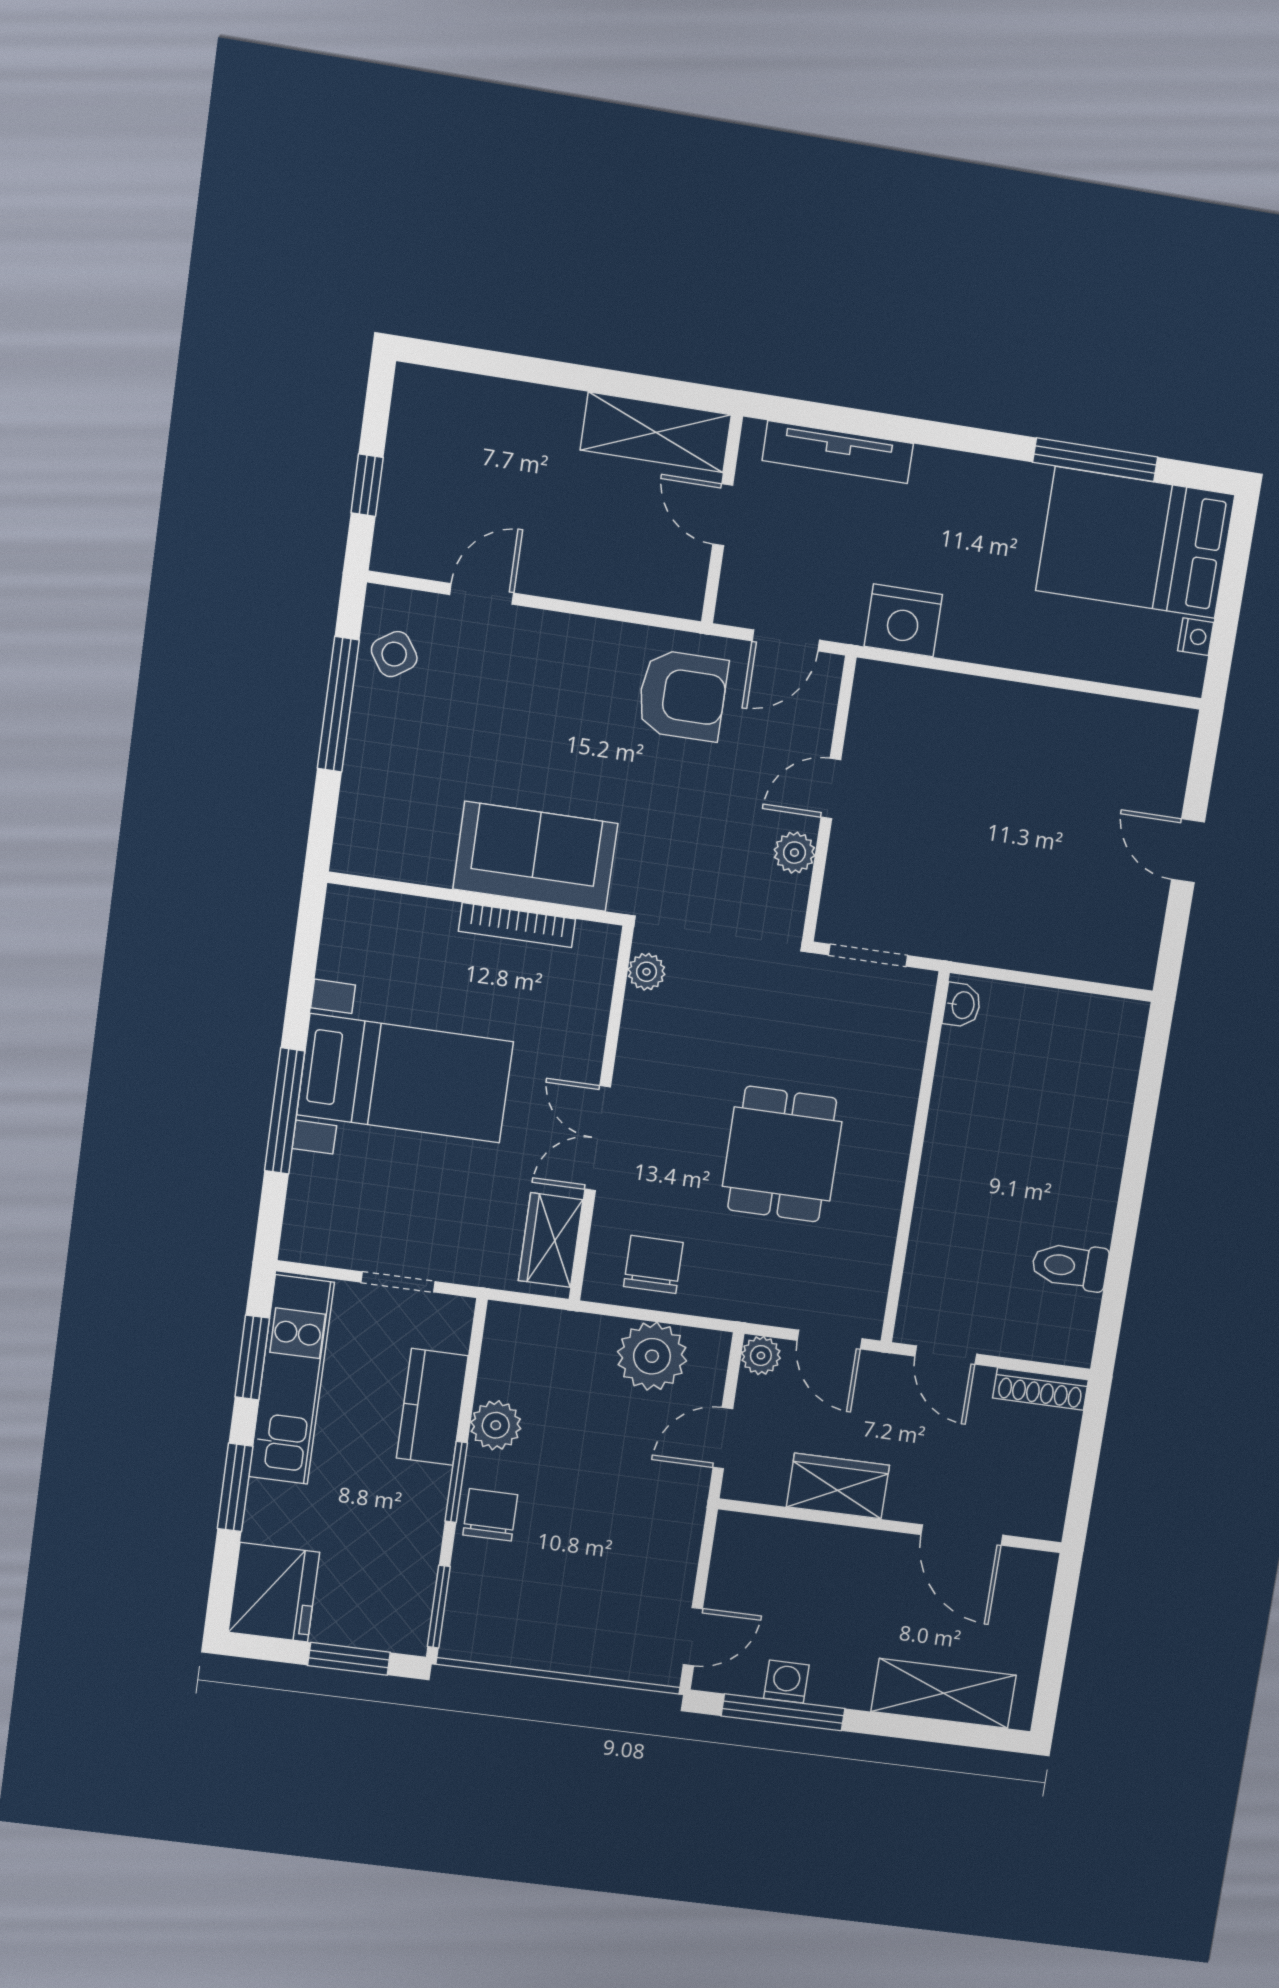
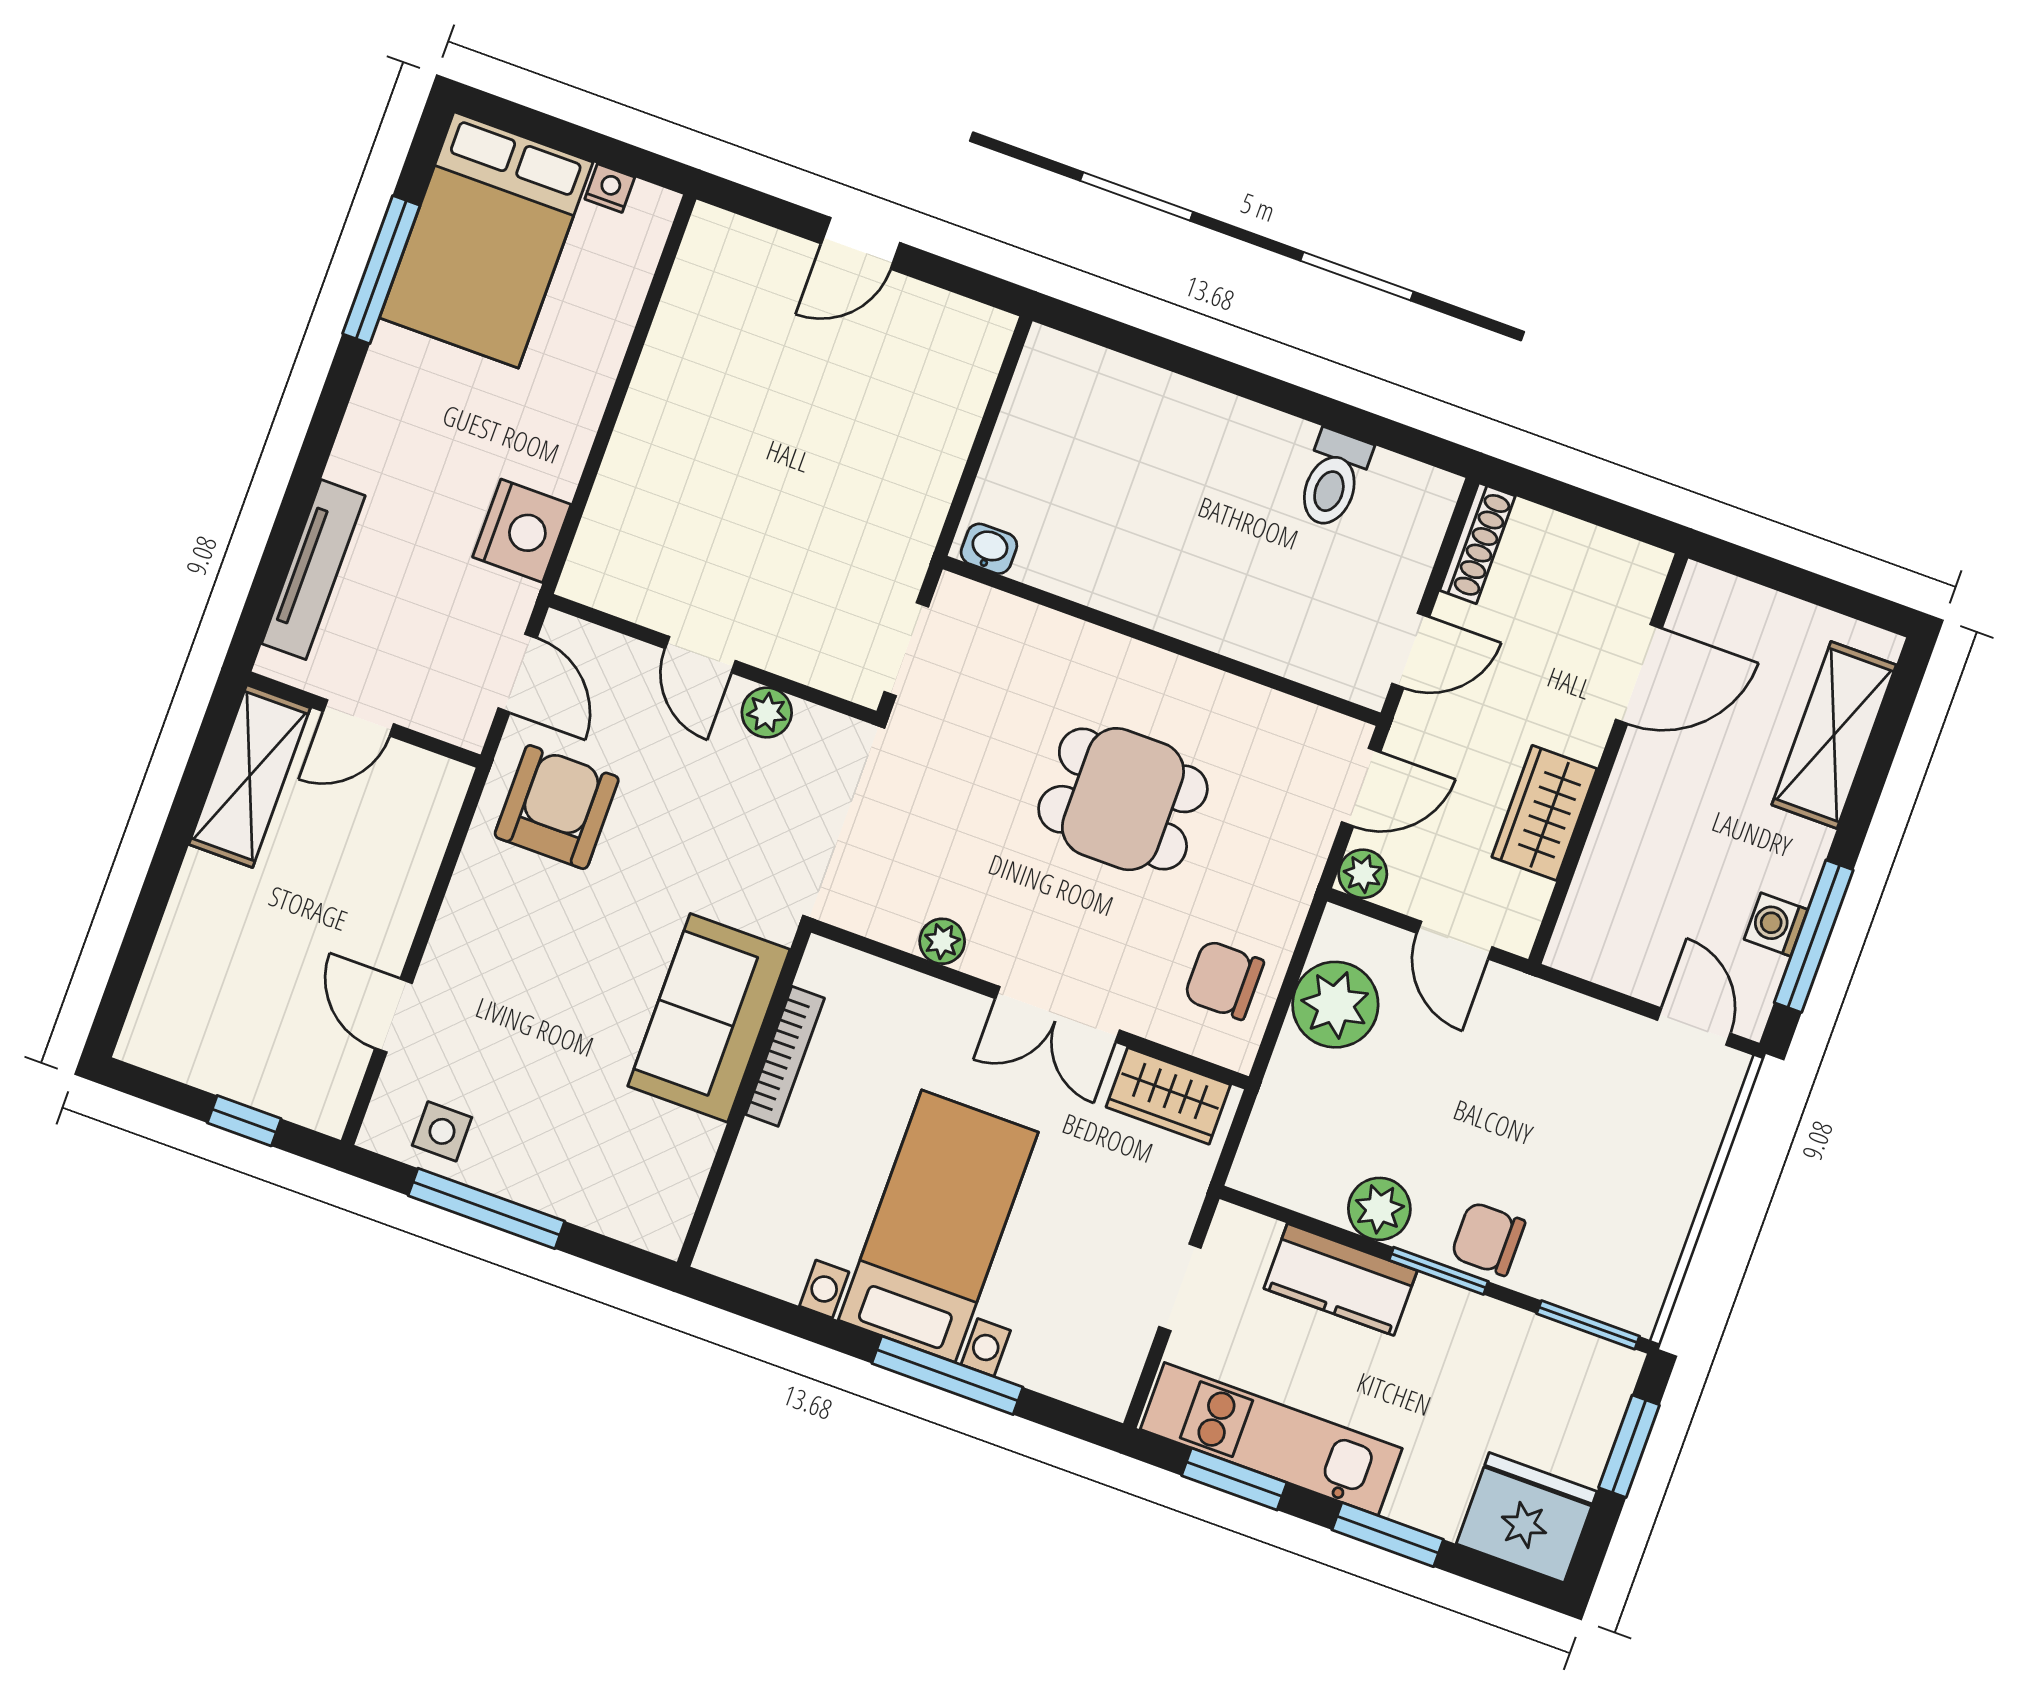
side table: (394, 654) -> (442, 1131), turned 34
plant: (646, 972) -> (942, 941), moved

